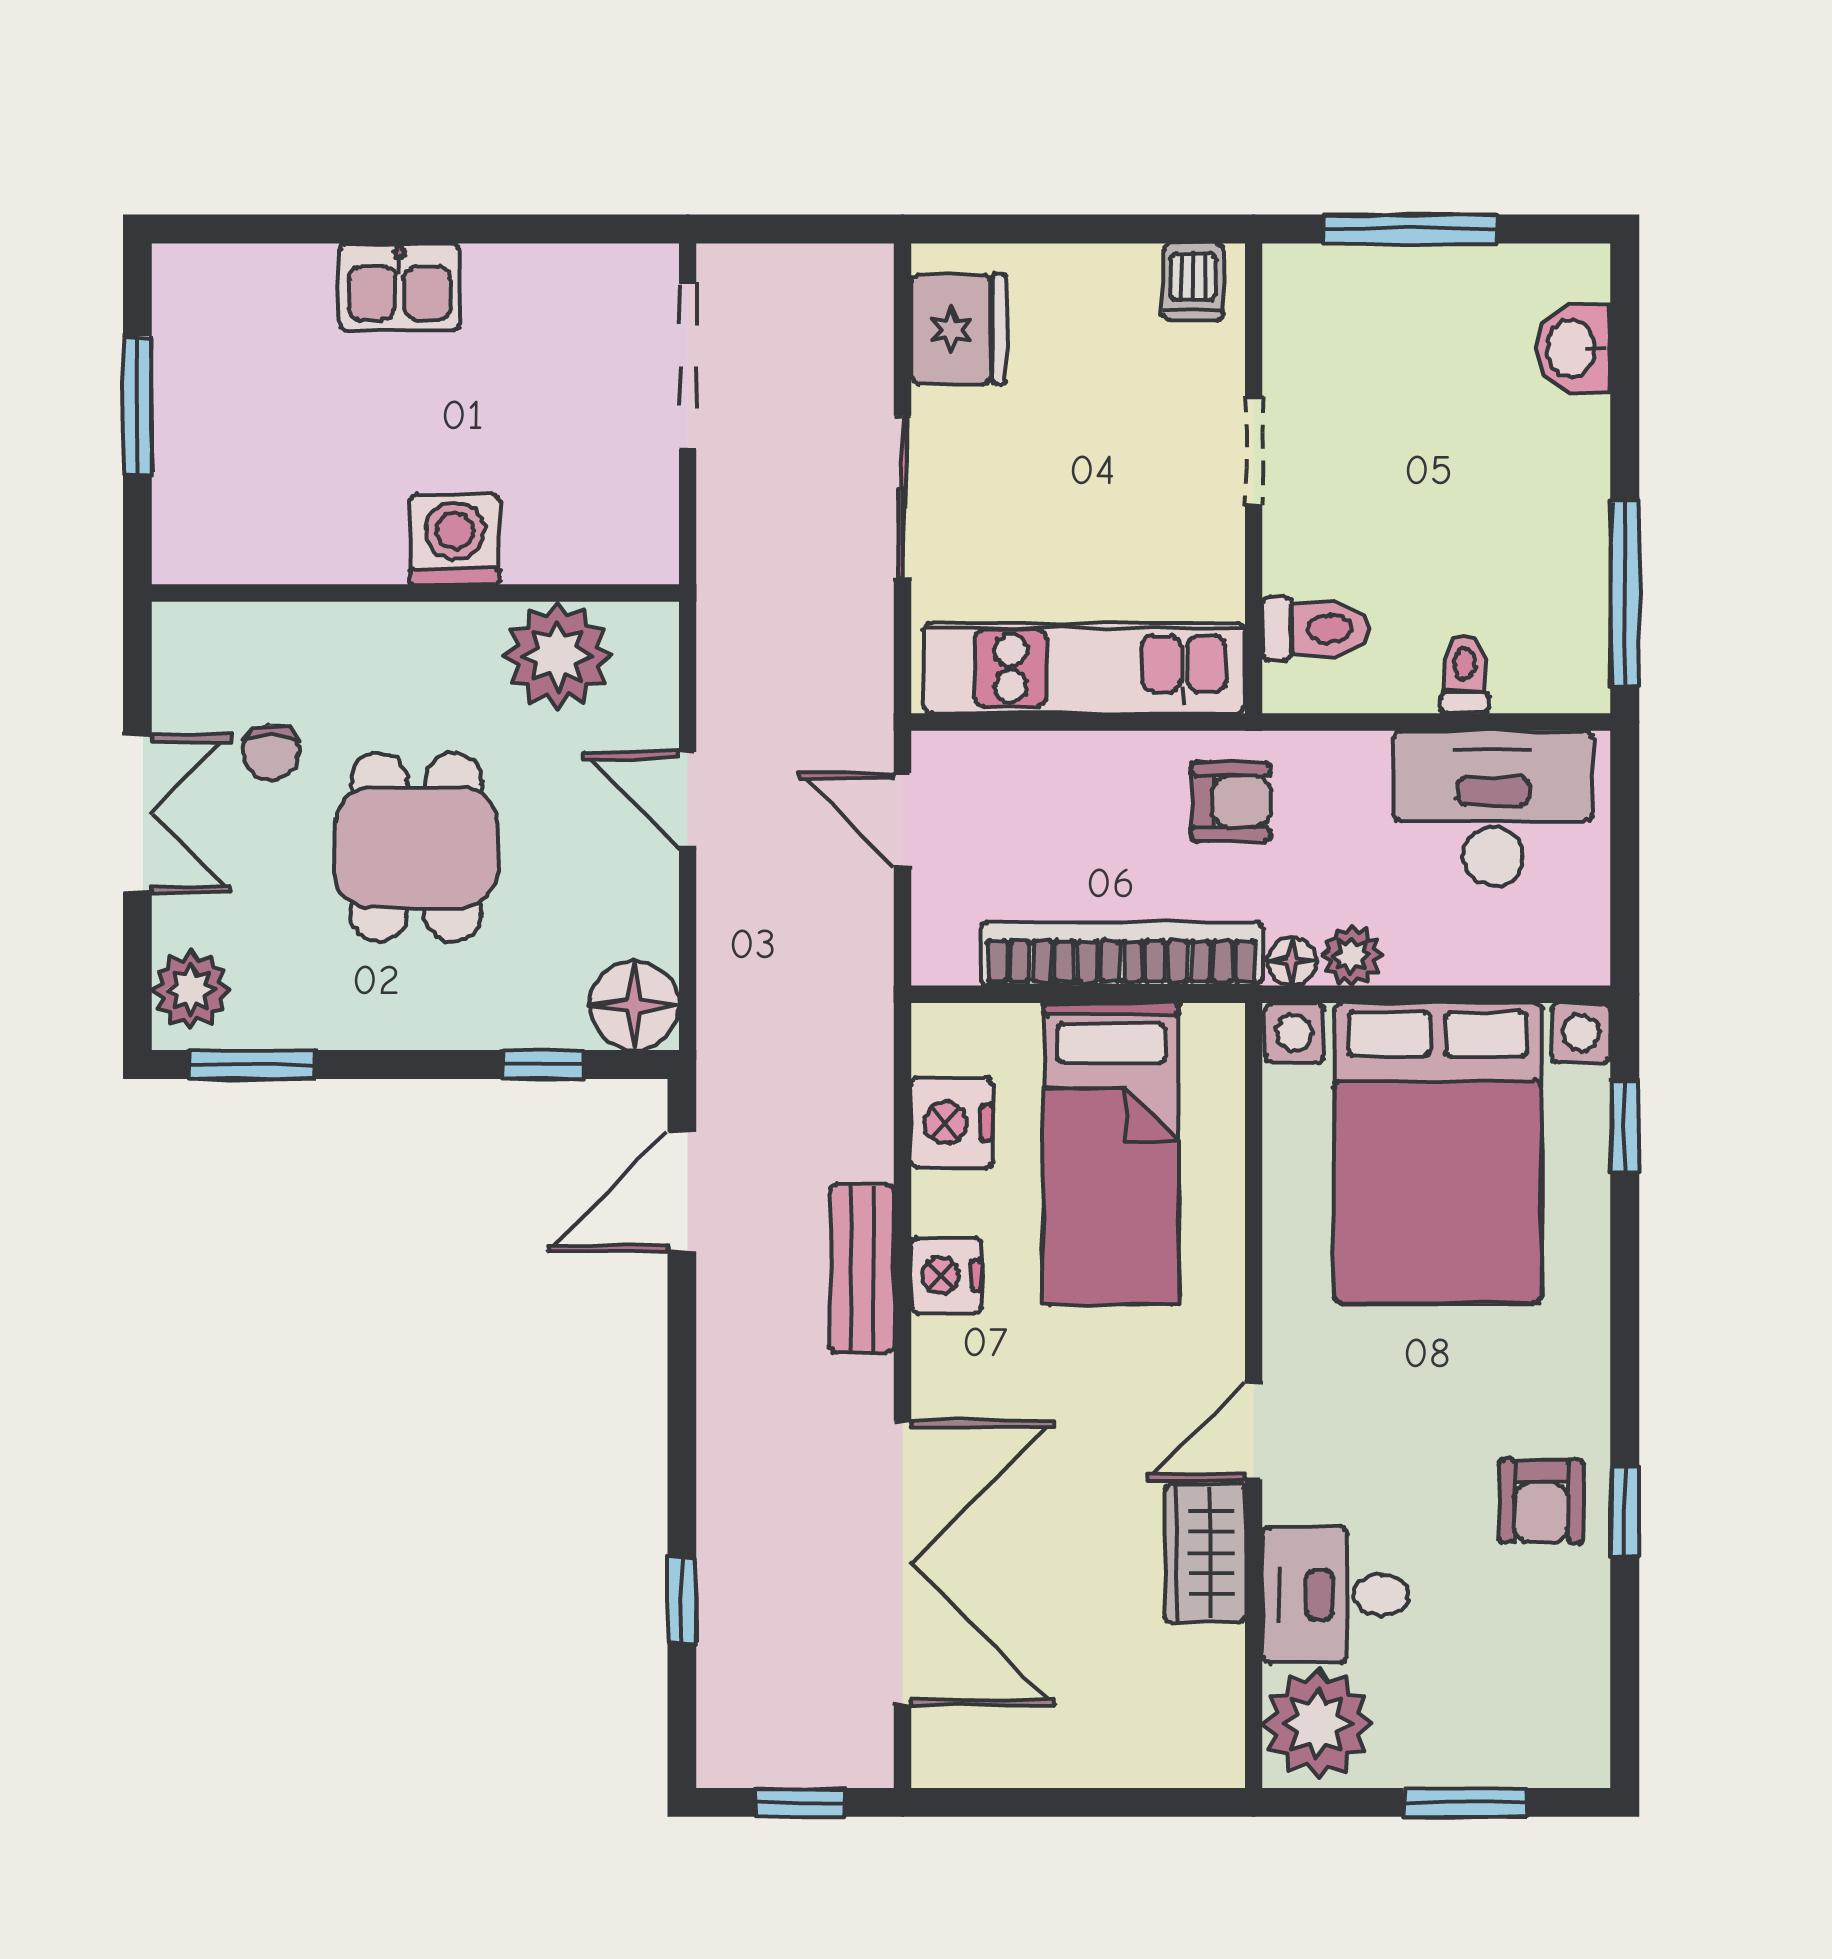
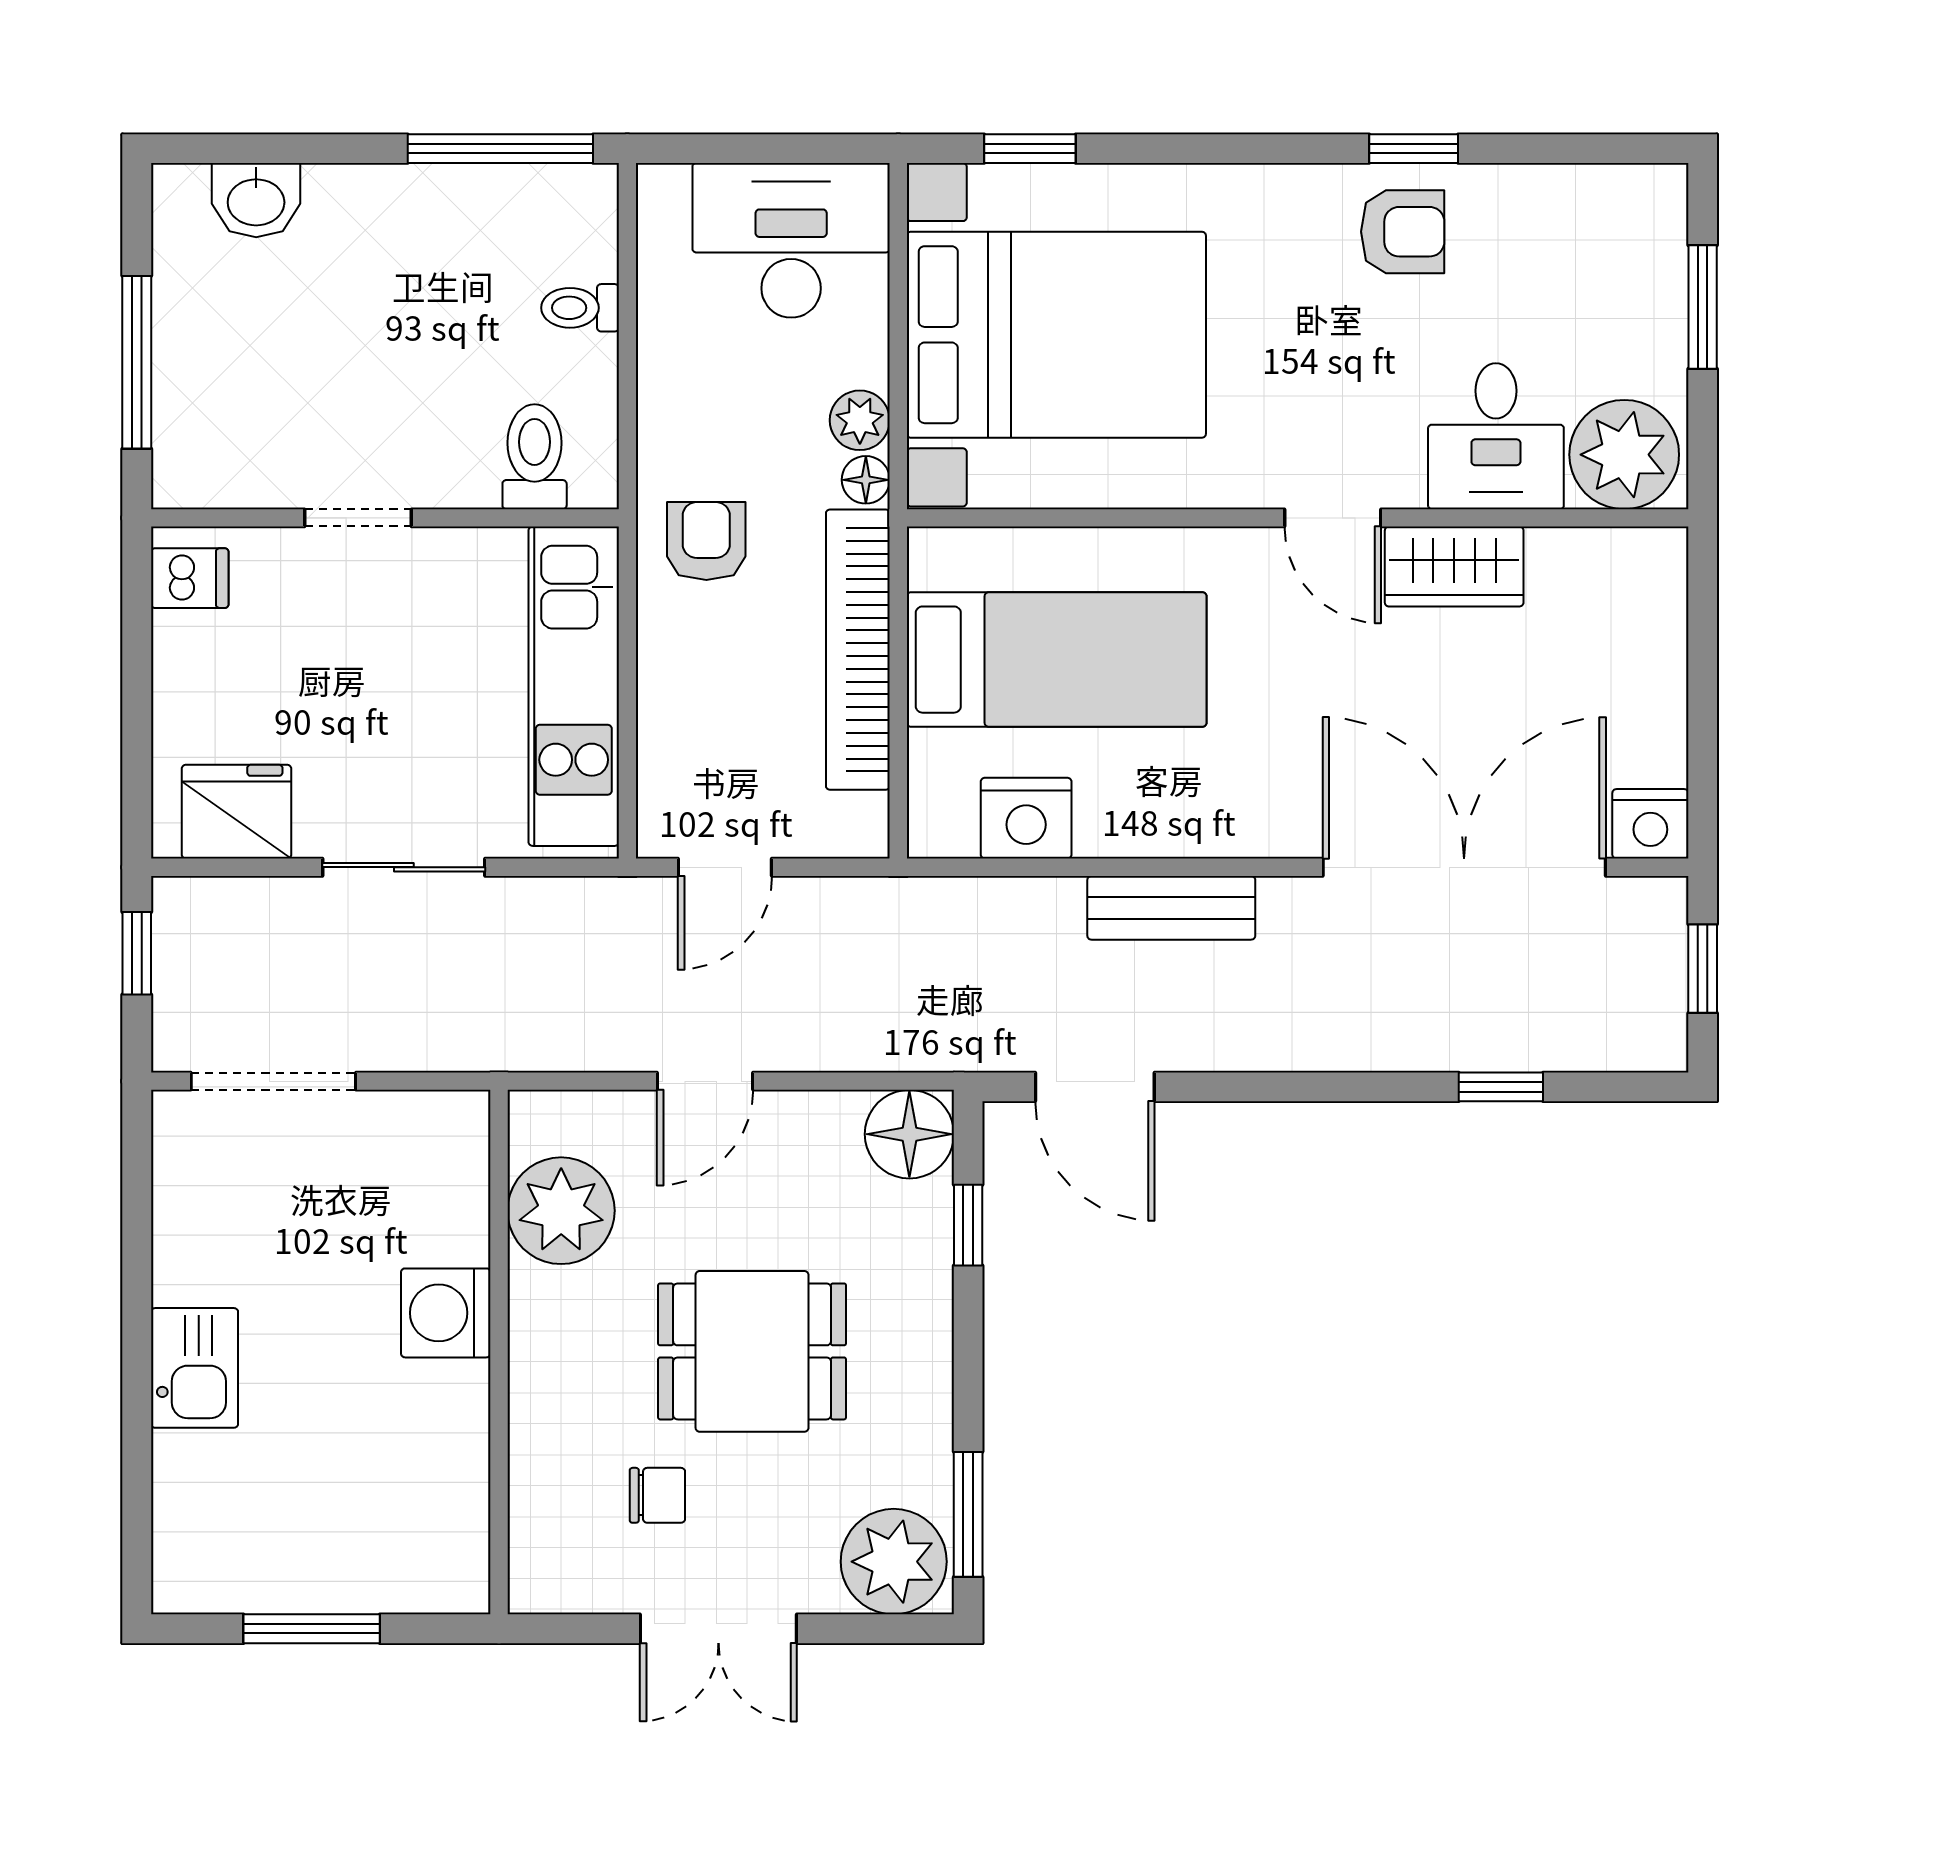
window: (816, 229) -> (137, 953), added
desk: (1493, 808) -> (791, 240), moved, turned 90
double door: (137, 814) -> (718, 1629), swing flipped
plant: (191, 990) -> (894, 1562), width x1.36, depth x1.36
nightstand: (946, 1275) -> (1650, 824), moved

